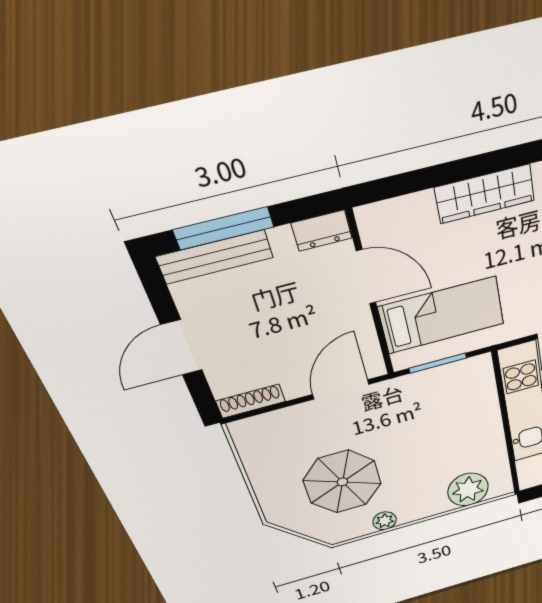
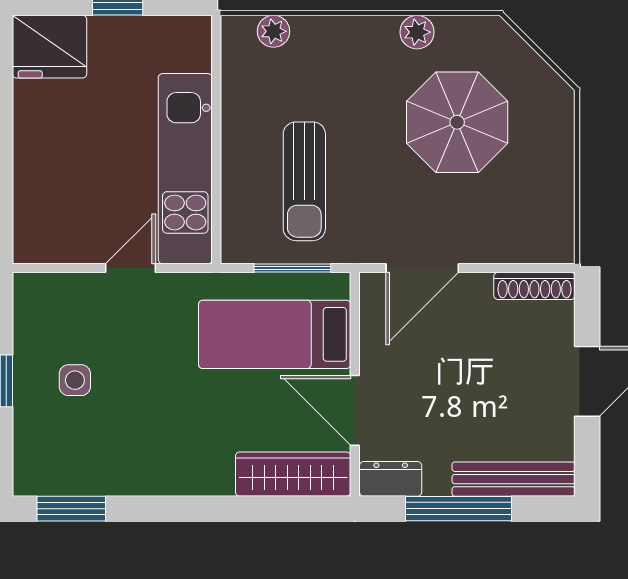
wardrobe: (485, 194) -> (293, 474), moved
window: (224, 228) -> (458, 509), moved
sun lounger: (441, 419) -> (304, 181), added
plant: (468, 490) -> (274, 31), width x0.53, depth x0.53

